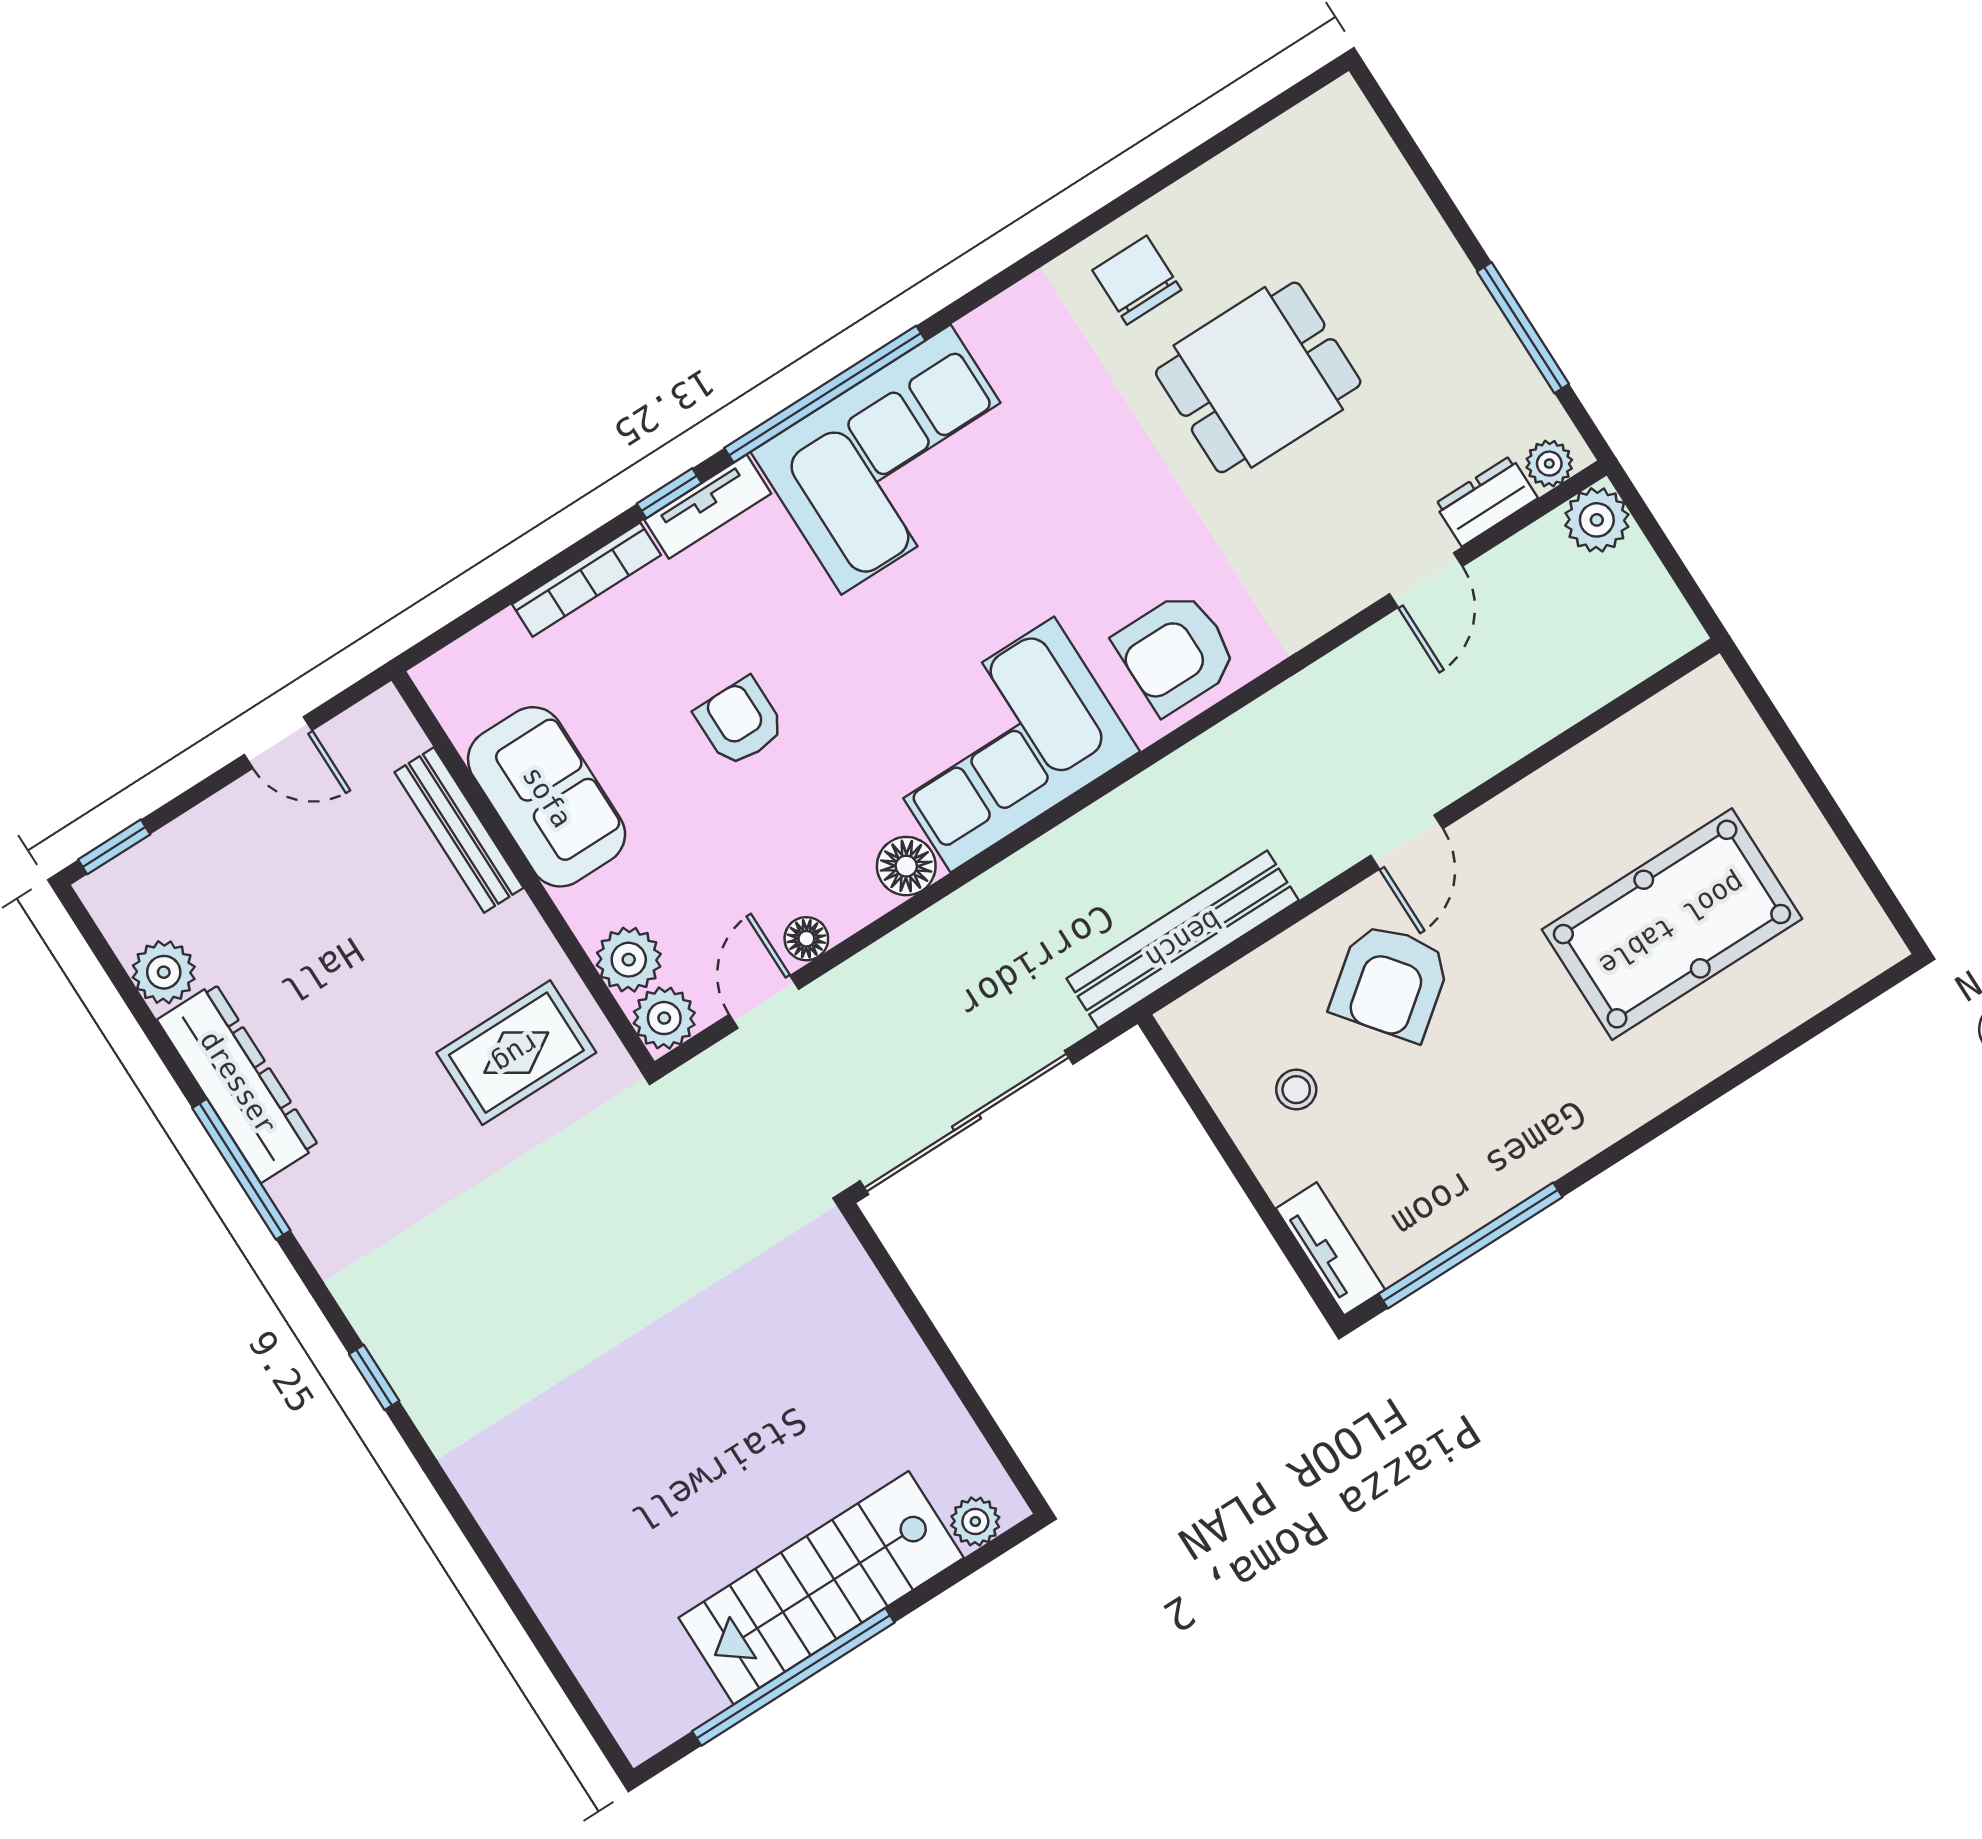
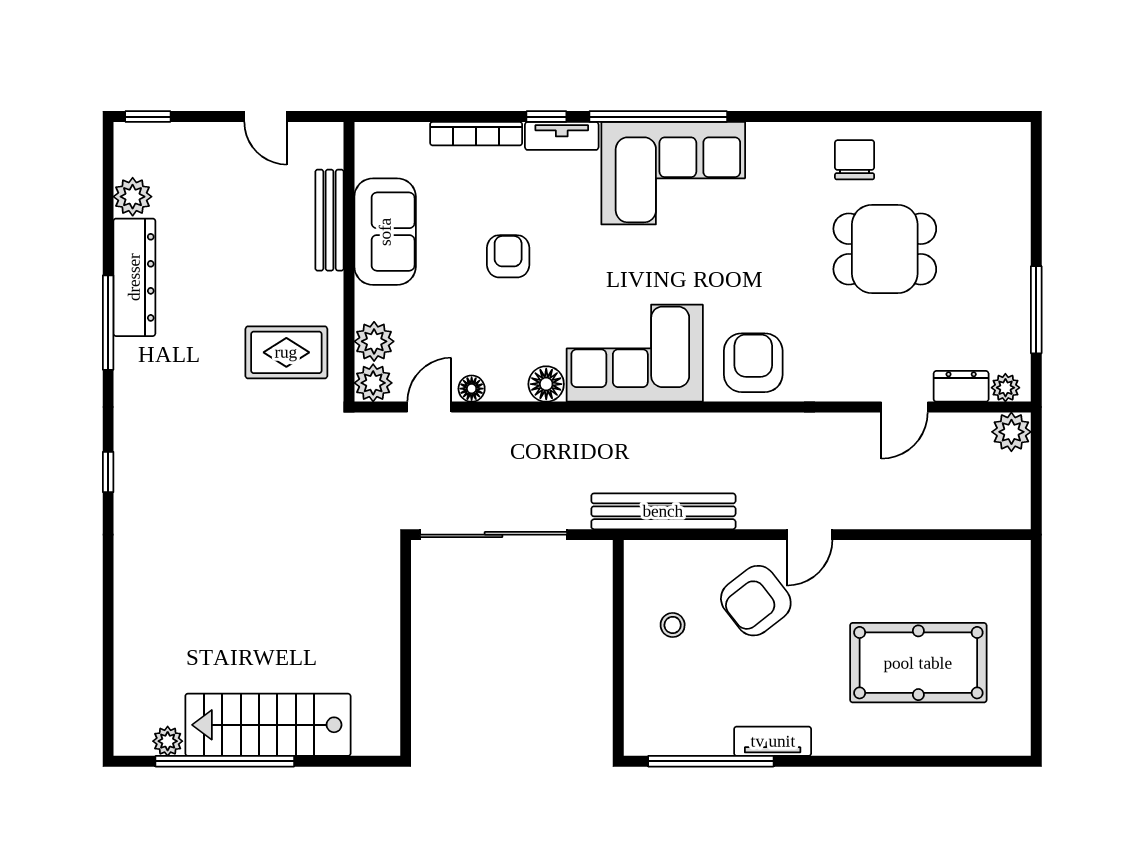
armchair: (1176, 653) -> (753, 363), turned 90
tv unit: (1330, 1249) -> (773, 741), moved, turned -90
plant: (975, 1521) -> (168, 741), moved

